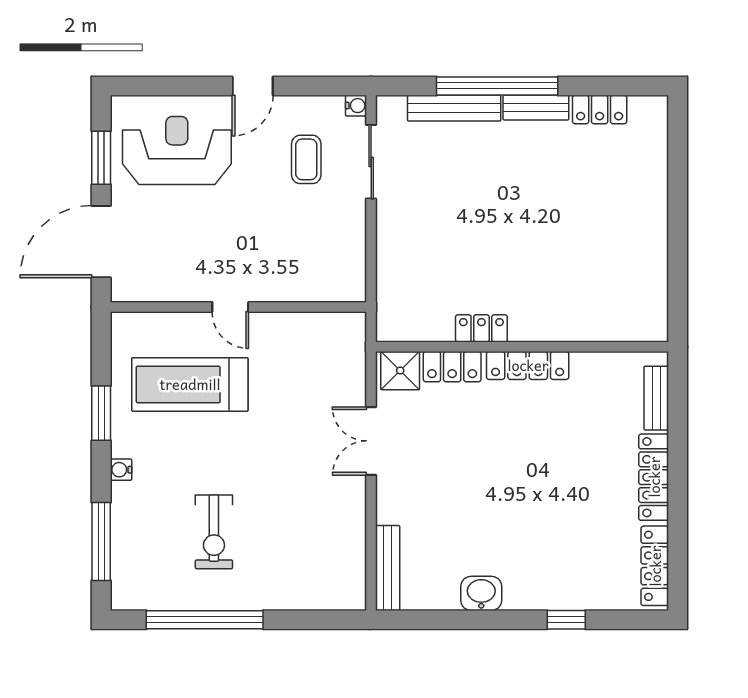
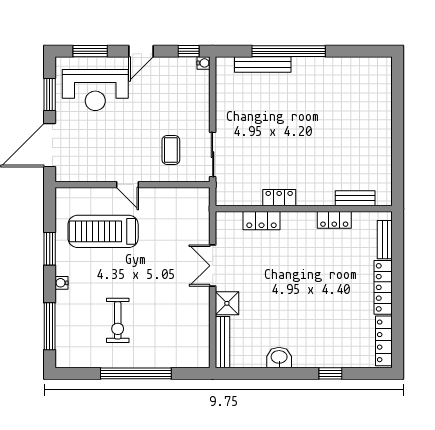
window: (168, 86) -> (90, 51), added
window: (332, 86) -> (189, 51), added
bench: (536, 108) -> (355, 198), moved
locker: (600, 109) -> (351, 65), removed
reception desk: (177, 150) -> (95, 90), turned 180
coffee table: (306, 159) -> (171, 150), moved
sliding door: (371, 162) -> (213, 155), moved
locker: (528, 365) -> (334, 220), moved, width x0.66
shower: (400, 371) -> (227, 303), moved
window: (205, 620) -> (136, 373), moved

